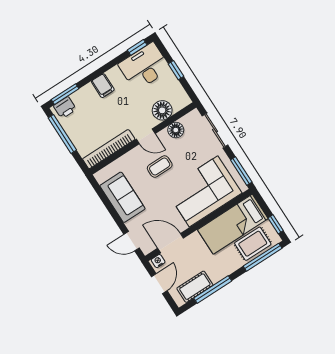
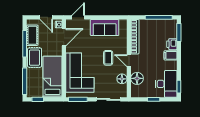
printer: (65, 108) -> (172, 44), moved
door: (146, 136) -> (129, 61), hinge flipped
rug: (253, 244) -> (35, 58), moved

